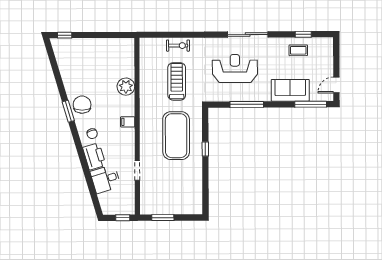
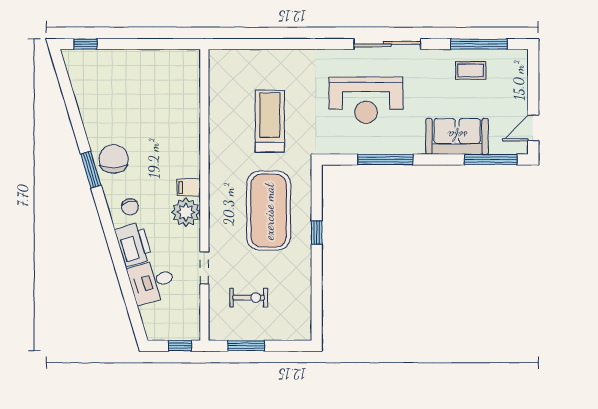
window: (303, 34) -> (479, 44), width x2.17
exercise bike: (178, 46) -> (249, 298), moved
reception desk: (235, 69) -> (366, 100), turned 180
plant: (126, 87) -> (186, 212), moved

